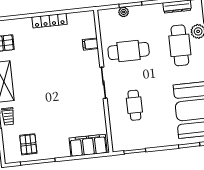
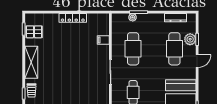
cafe table: (129, 51) -> (133, 49), turned 90

